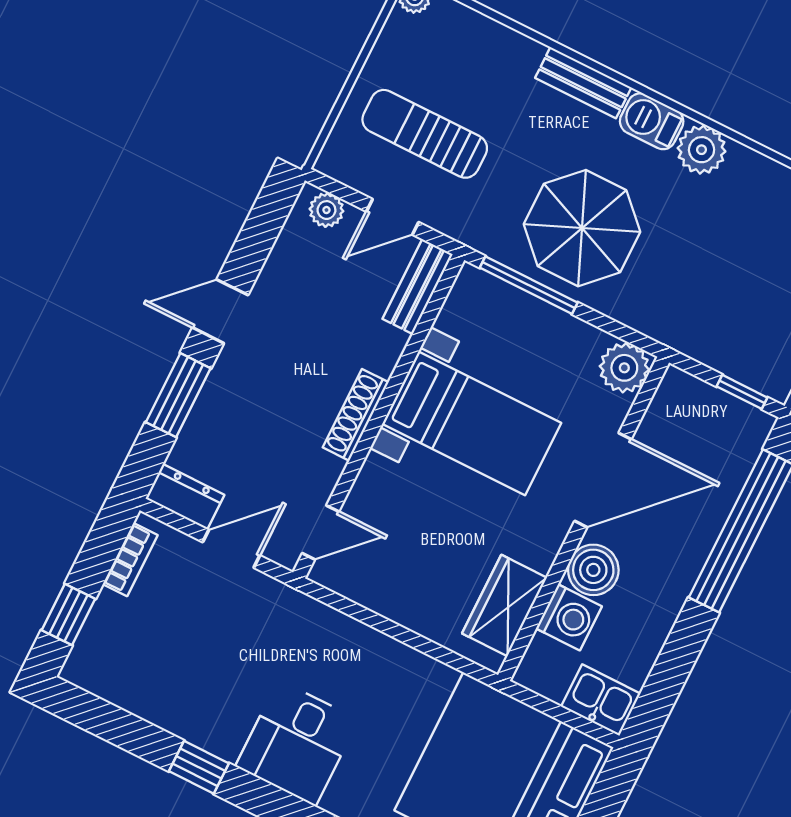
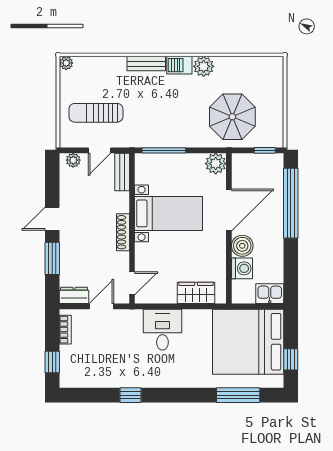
parasol: (582, 228) -> (232, 117), moved
wardrobe: (504, 606) -> (196, 293), moved, turned 90
desk: (297, 743) -> (162, 330), moved, turned 180

